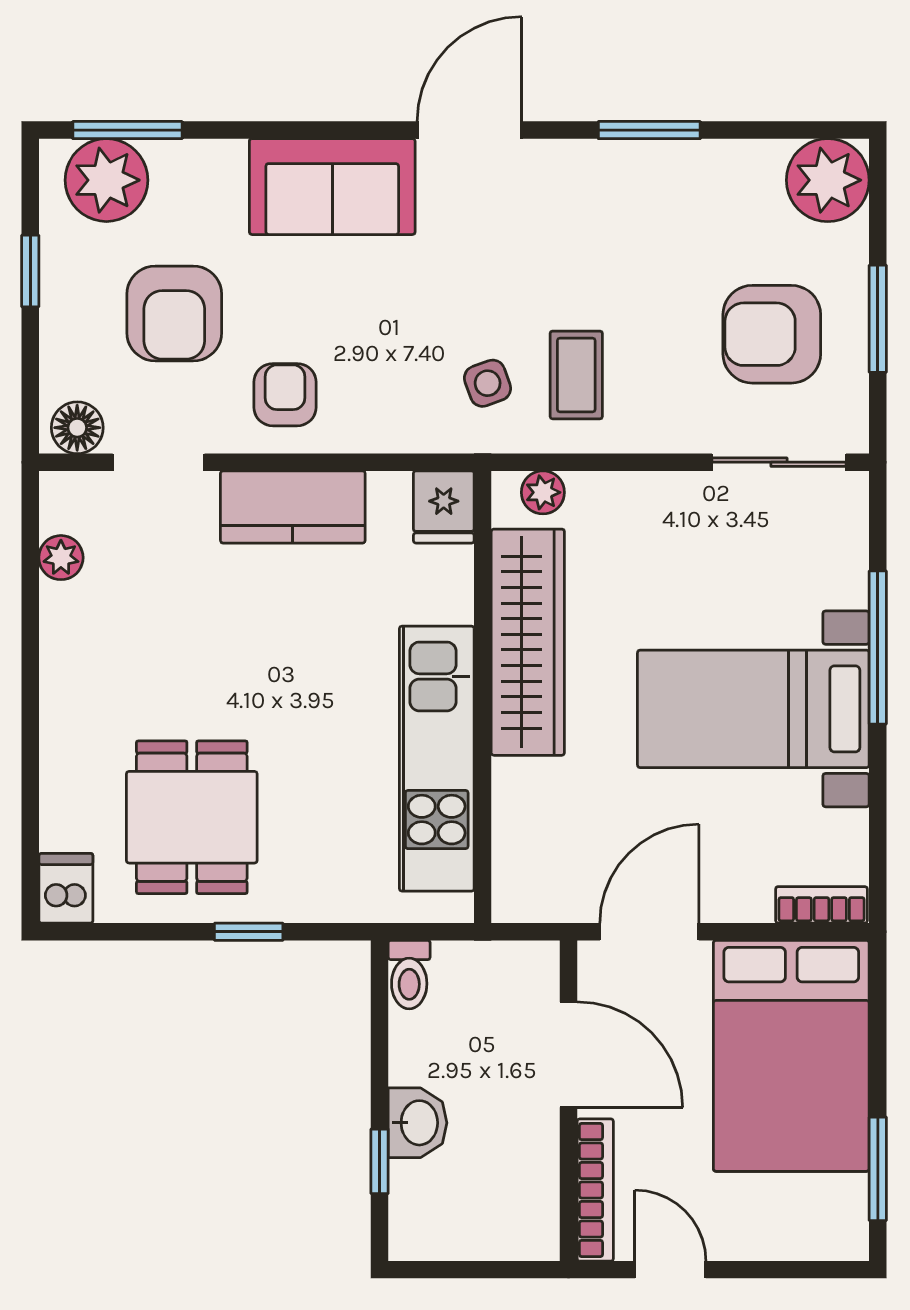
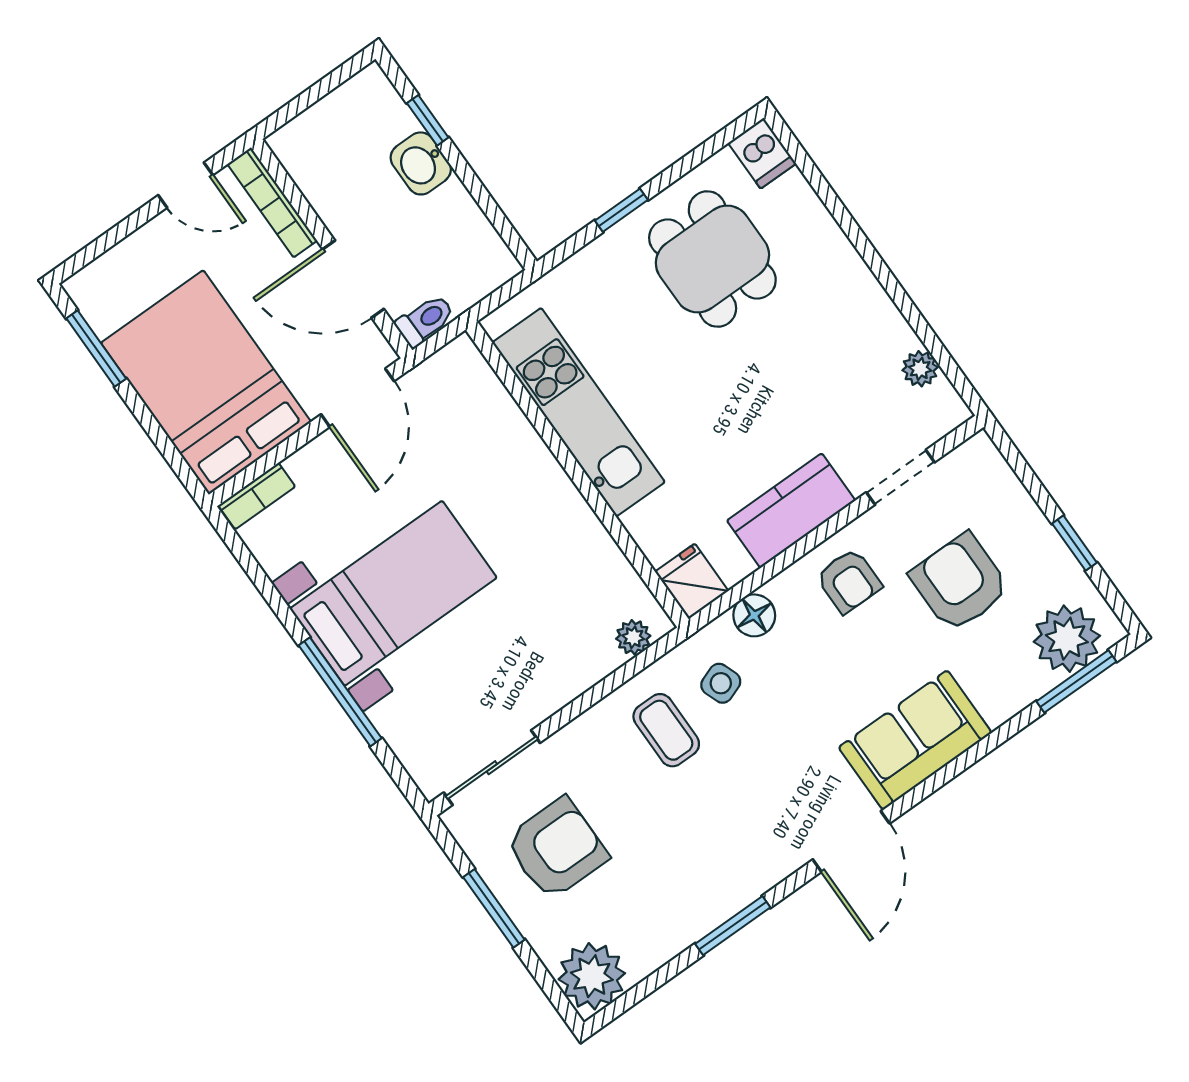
floor lamp: (77, 428) -> (754, 615), moved
wardrobe: (528, 642) -> (573, 532), removed
toilet: (409, 975) -> (425, 320), moved, turned 90

